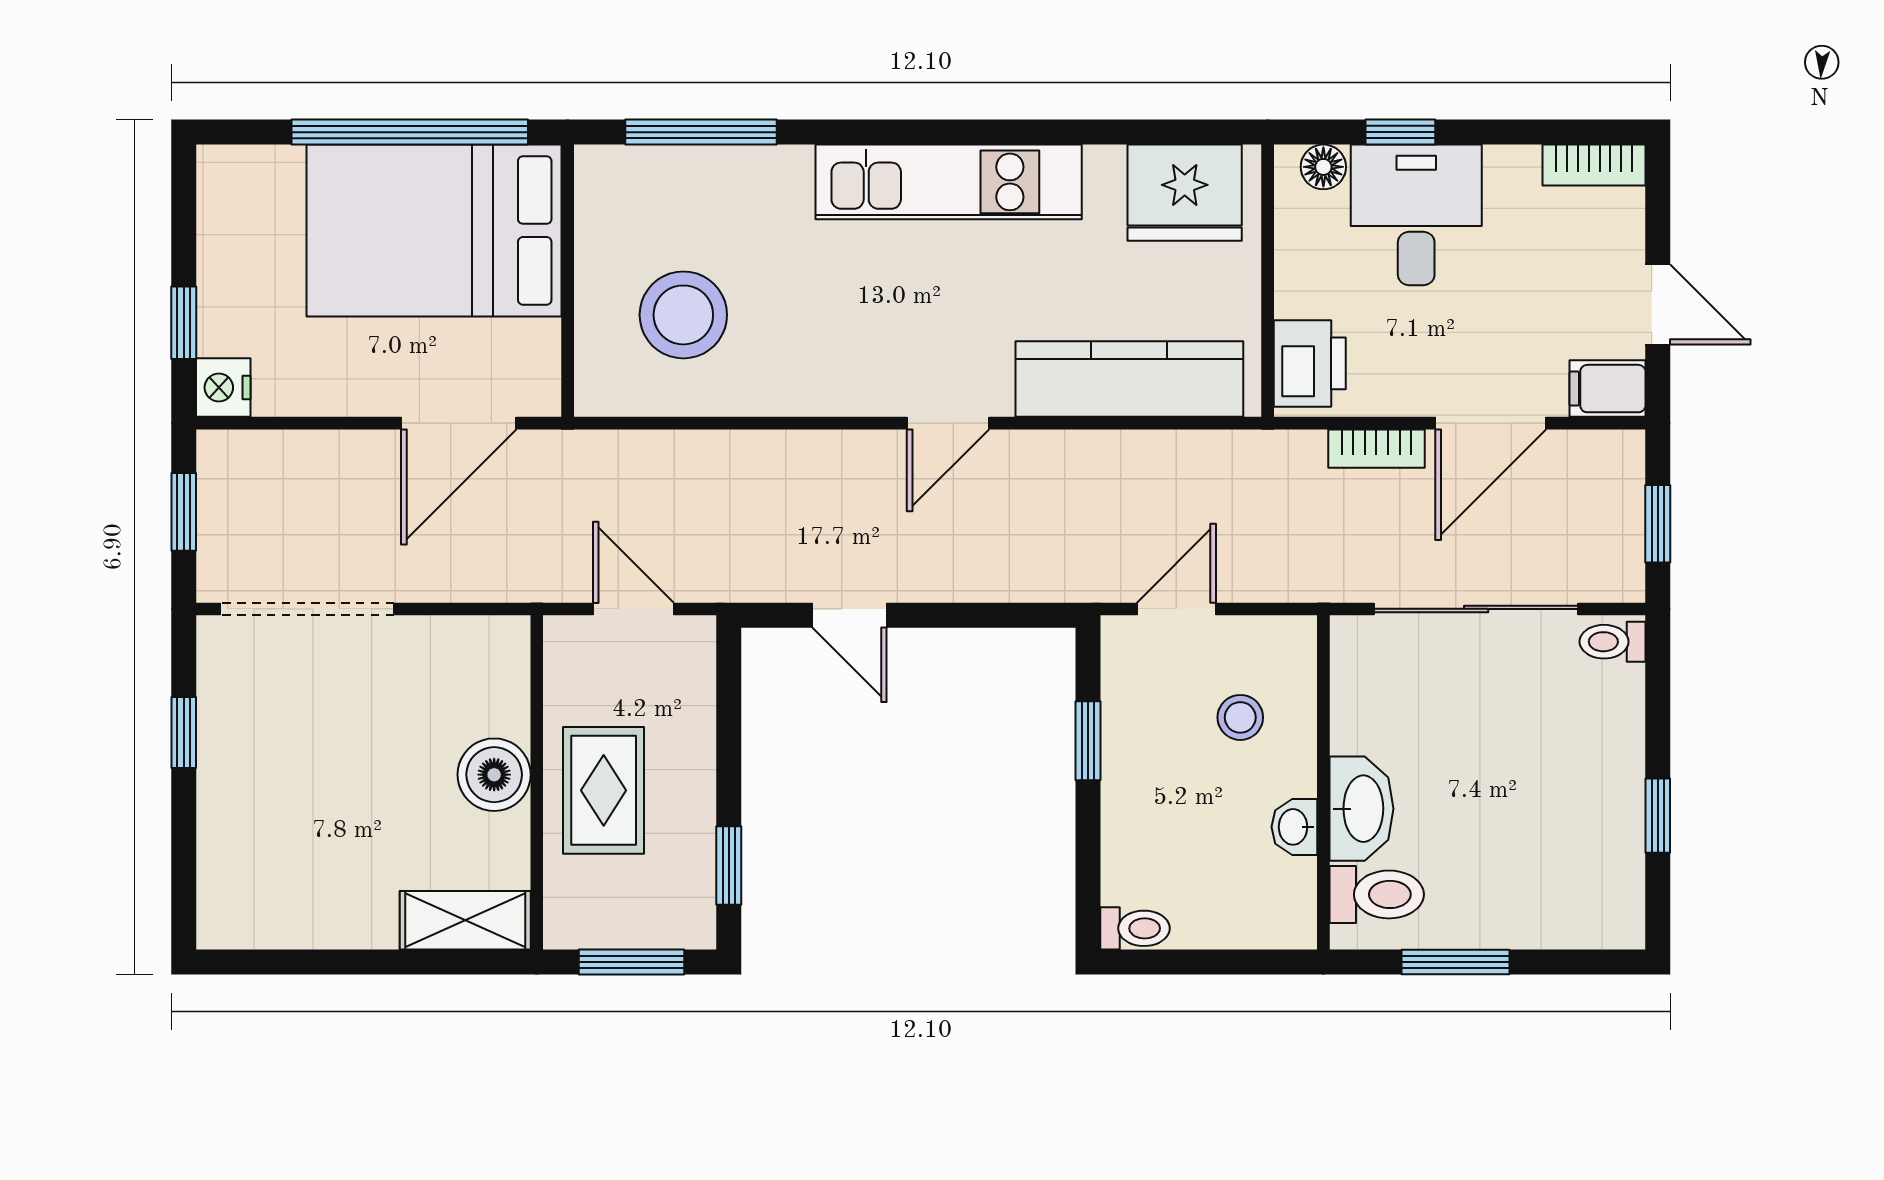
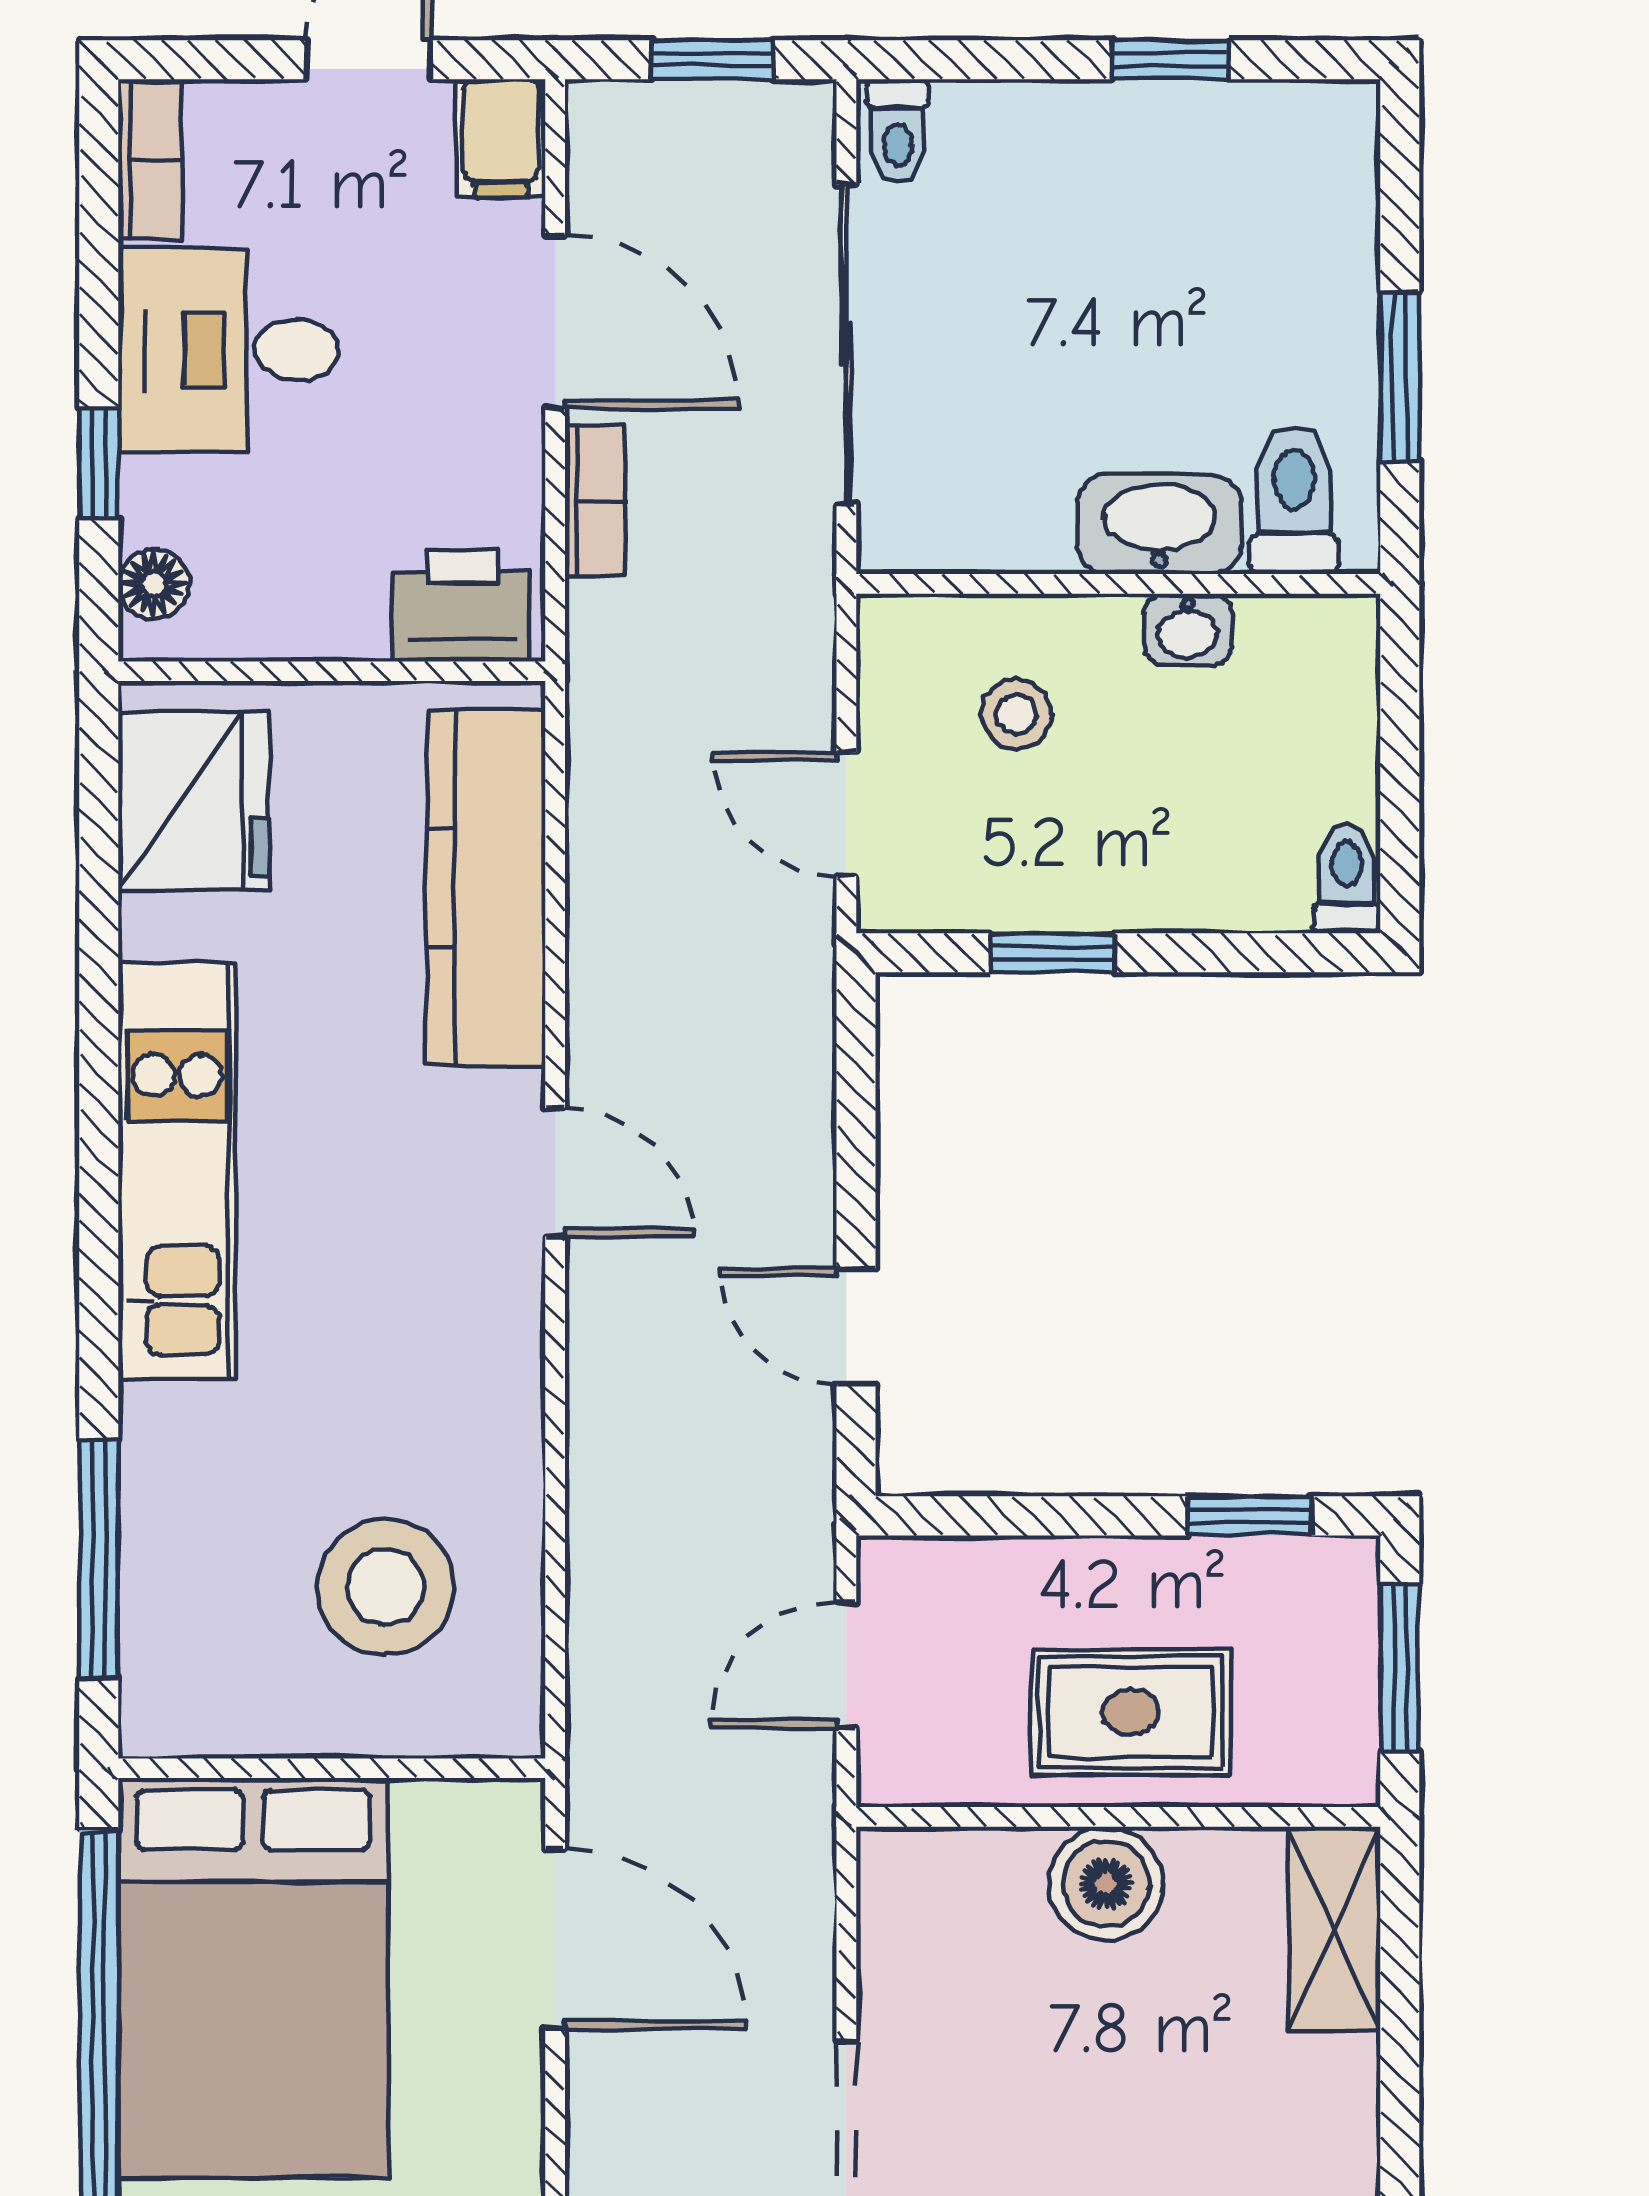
desk: (1416, 215) -> (229, 350), moved
door: (850, 615) -> (856, 1326), swing flipped

